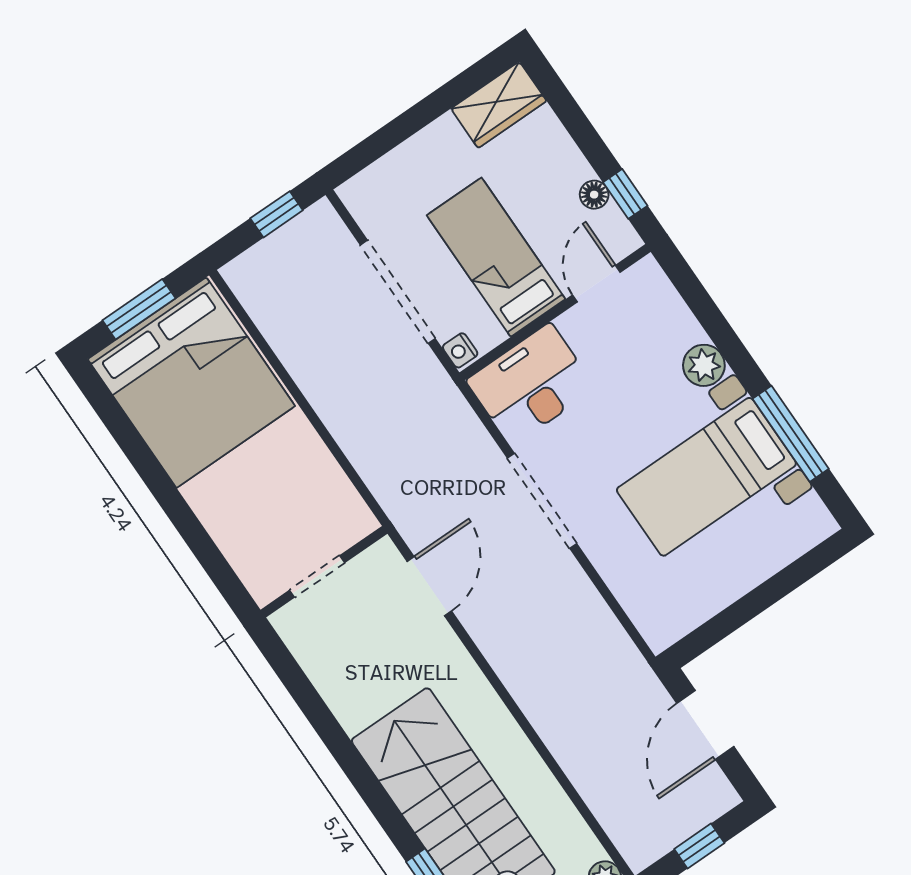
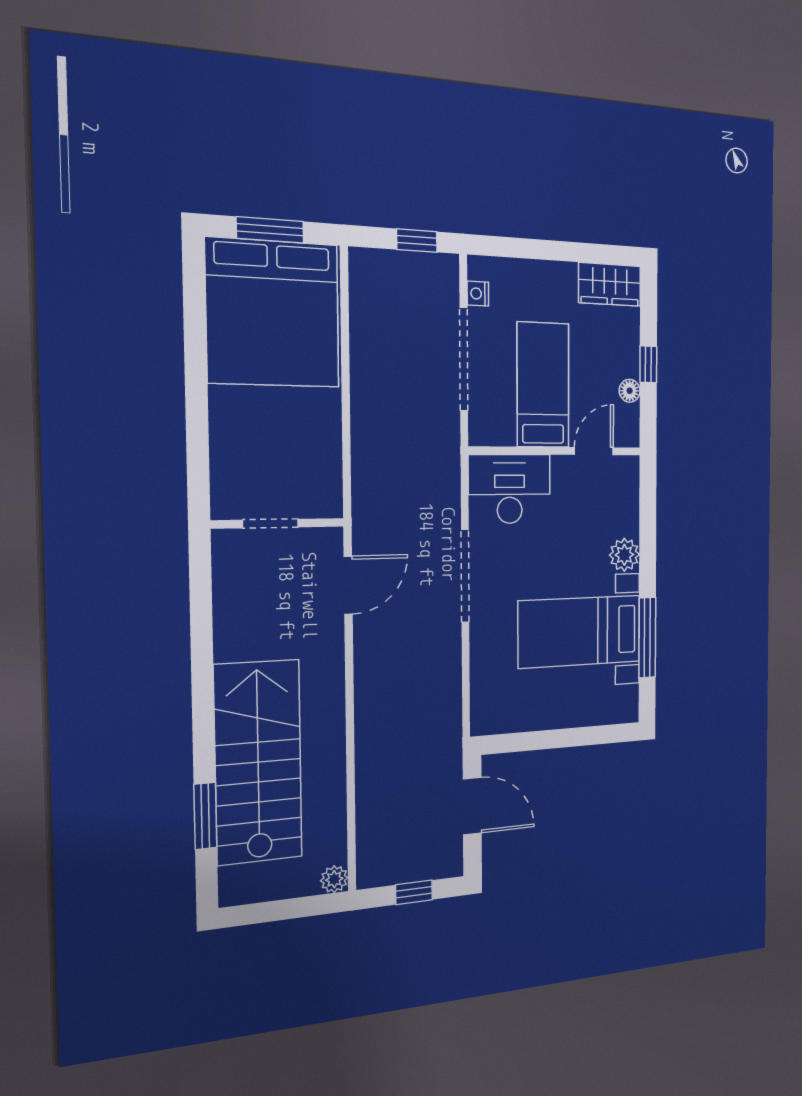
window: (625, 194) -> (648, 364), moved
nightstand: (460, 350) -> (478, 294), moved
door: (705, 725) -> (472, 806), swing flipped

